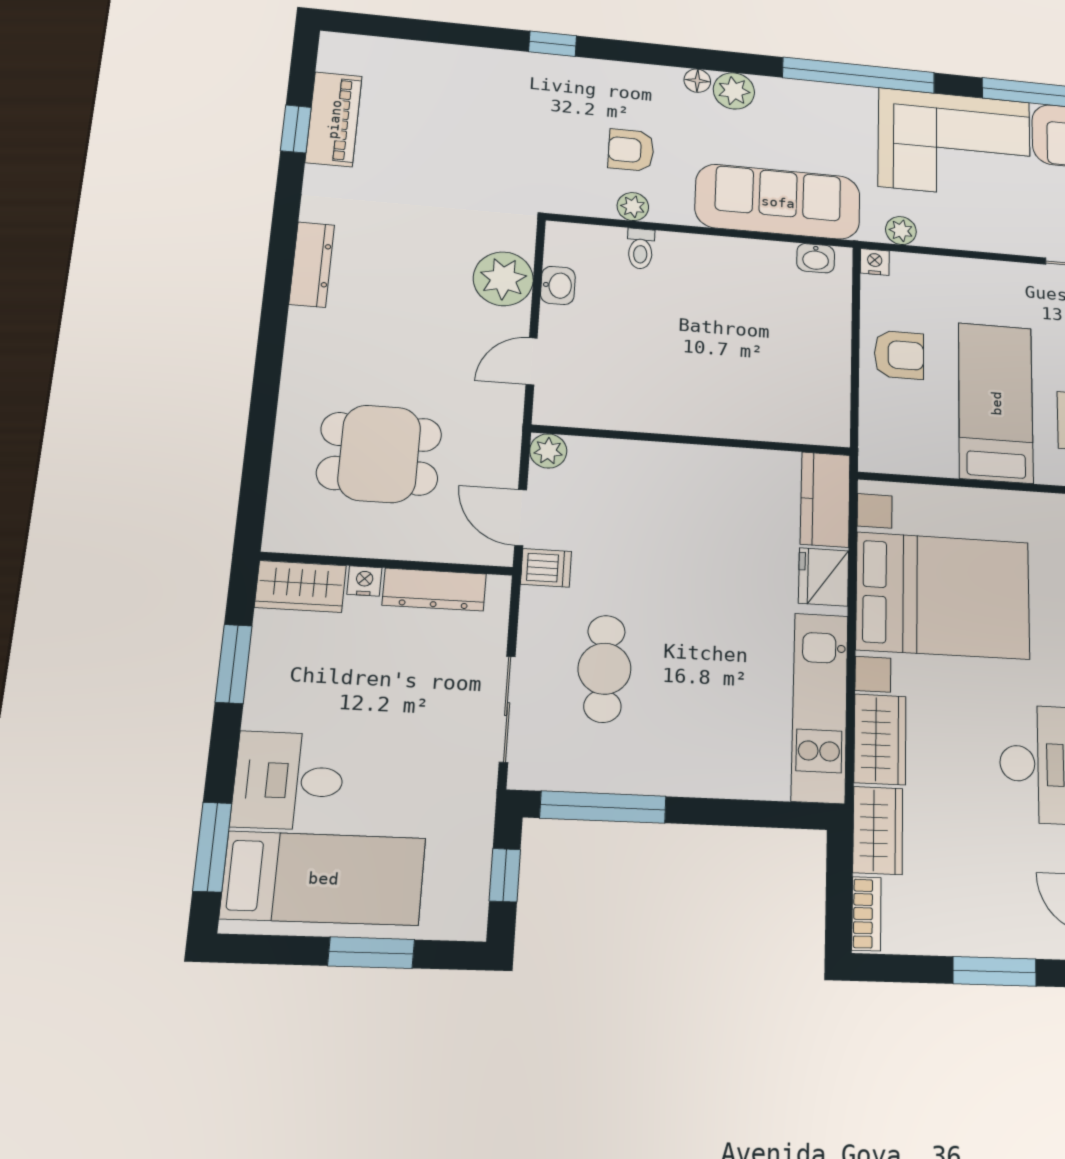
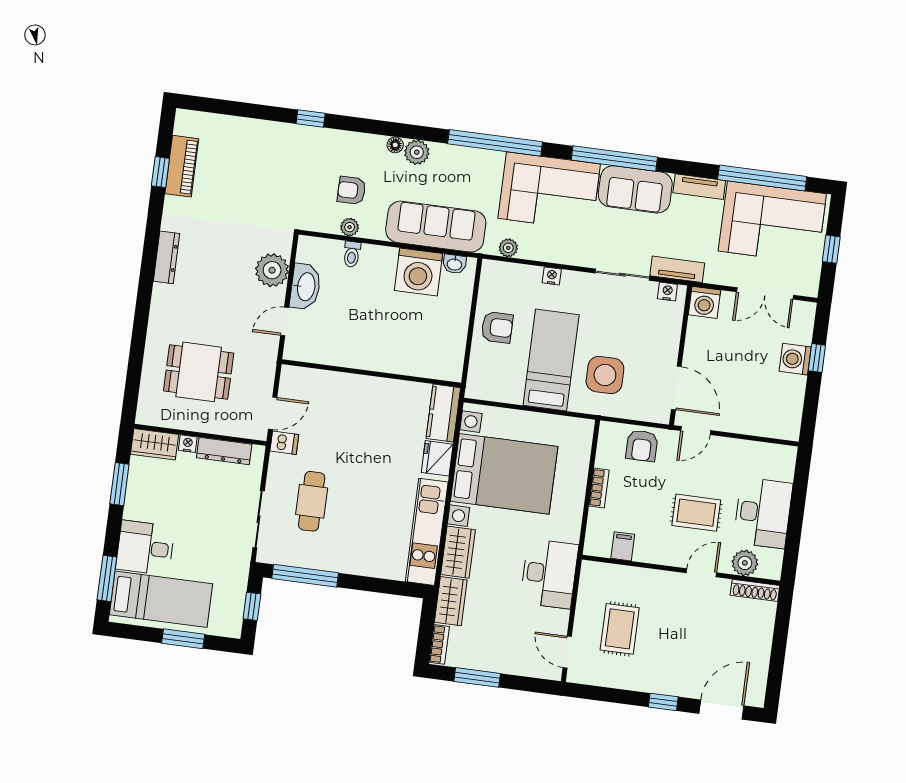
nightstand: (875, 262) -> (552, 276), moved
washing machine: (757, 273) -> (419, 272), added
washbasin: (558, 285) -> (305, 287), width x1.91, depth x1.45
plant: (548, 451) -> (290, 375), removed
door: (521, 518) -> (273, 413), swing flipped
window: (995, 971) -> (477, 677), moved

